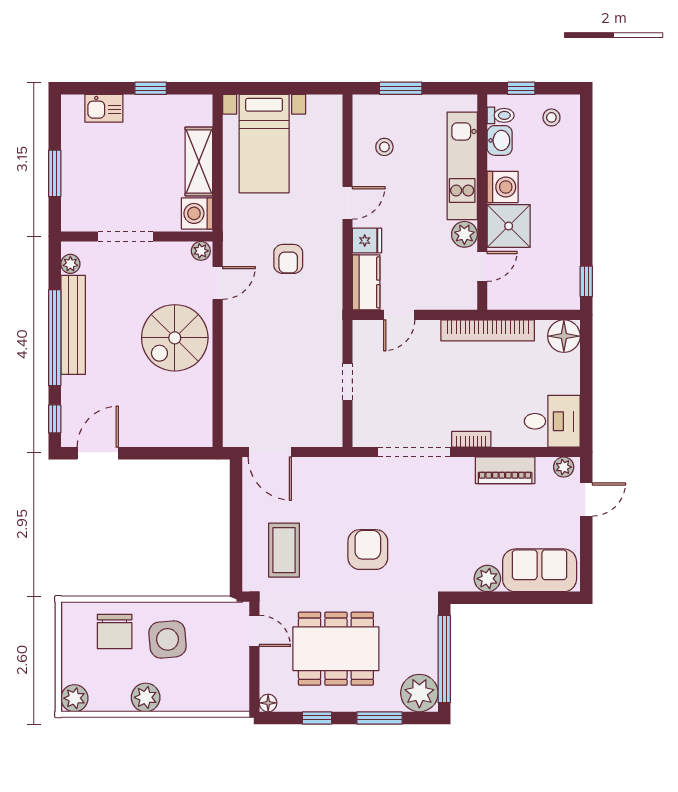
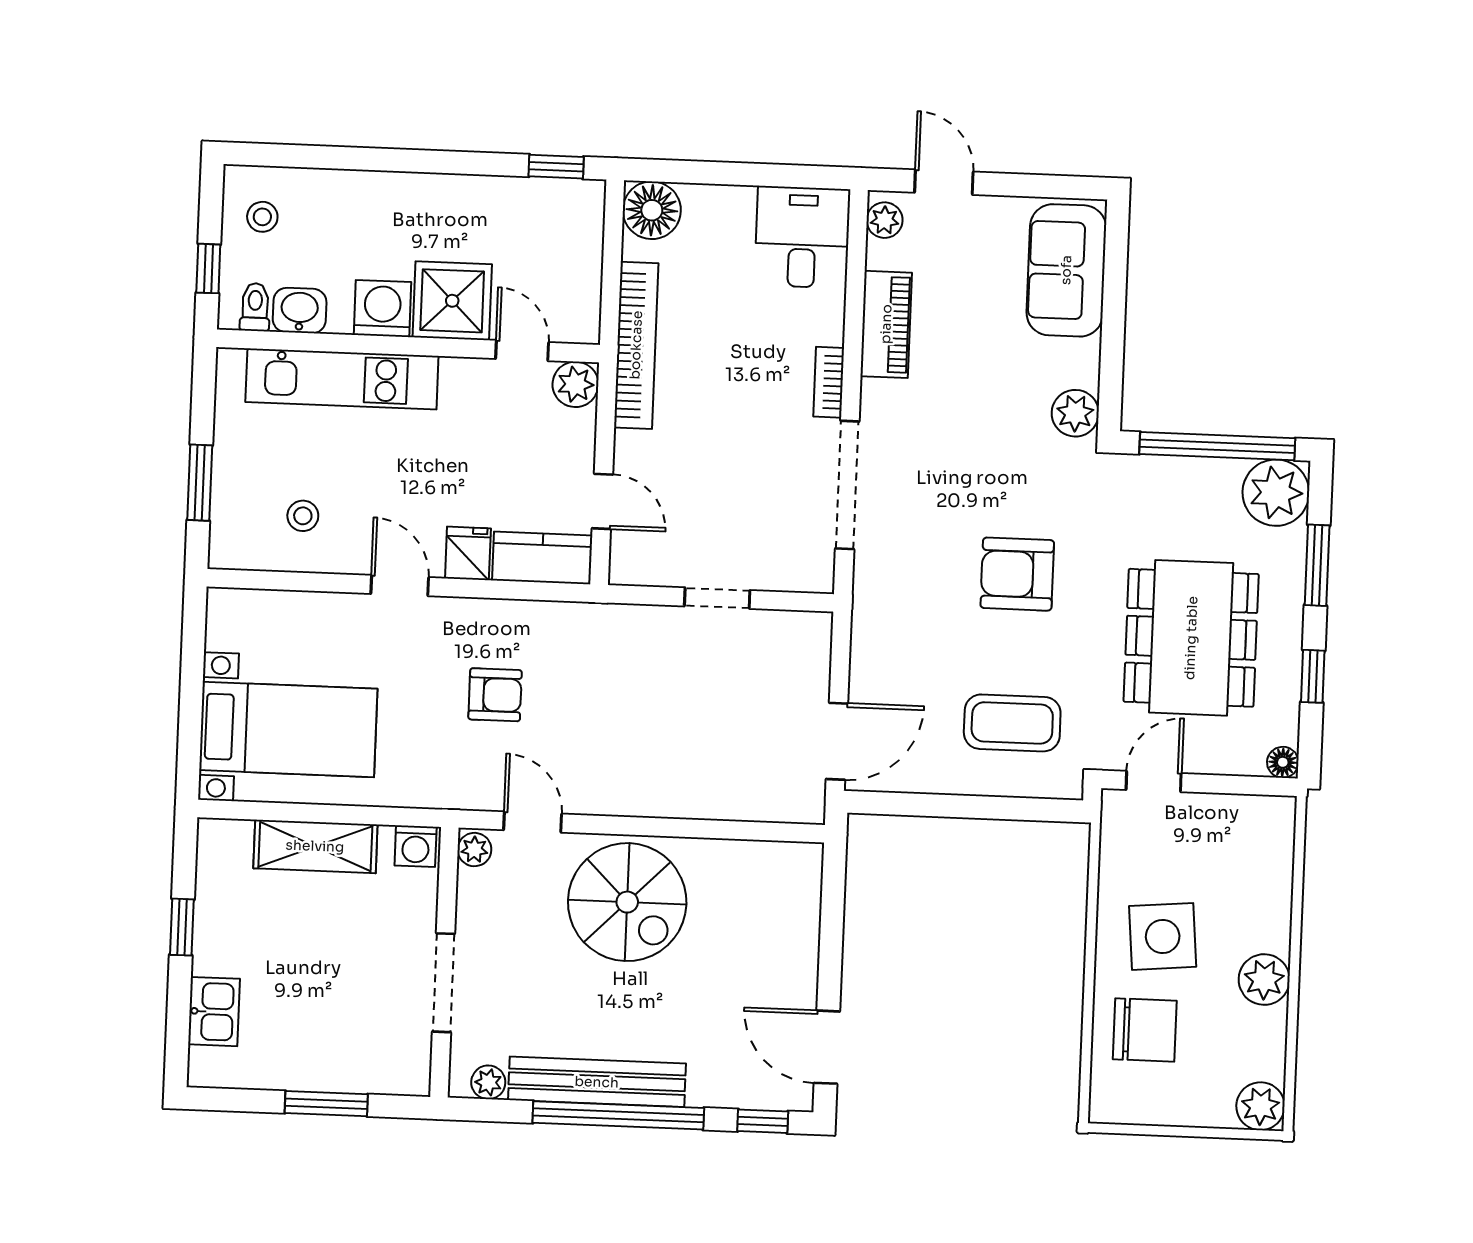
washing machine: (197, 213) -> (416, 846), width x0.73, depth x0.73
plant: (464, 234) -> (575, 384), moved
plant: (487, 579) -> (1075, 413), moved

